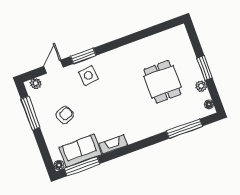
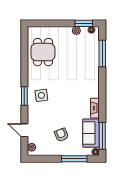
window: (83, 56) -> (24, 96), moved
window: (205, 68) -> (84, 23), moved
side table: (88, 76) -> (41, 95), moved
dining table: (163, 82) -> (43, 52), moved, turned 90
window: (30, 113) -> (74, 159), moved

